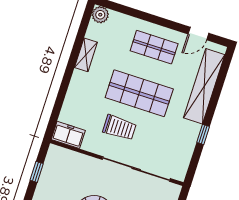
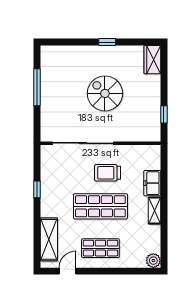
shelving: (86, 55) -> (154, 211), moved
shelving: (204, 86) -> (49, 239), width x0.68
freezer: (68, 135) -> (152, 183), moved, turned 90

